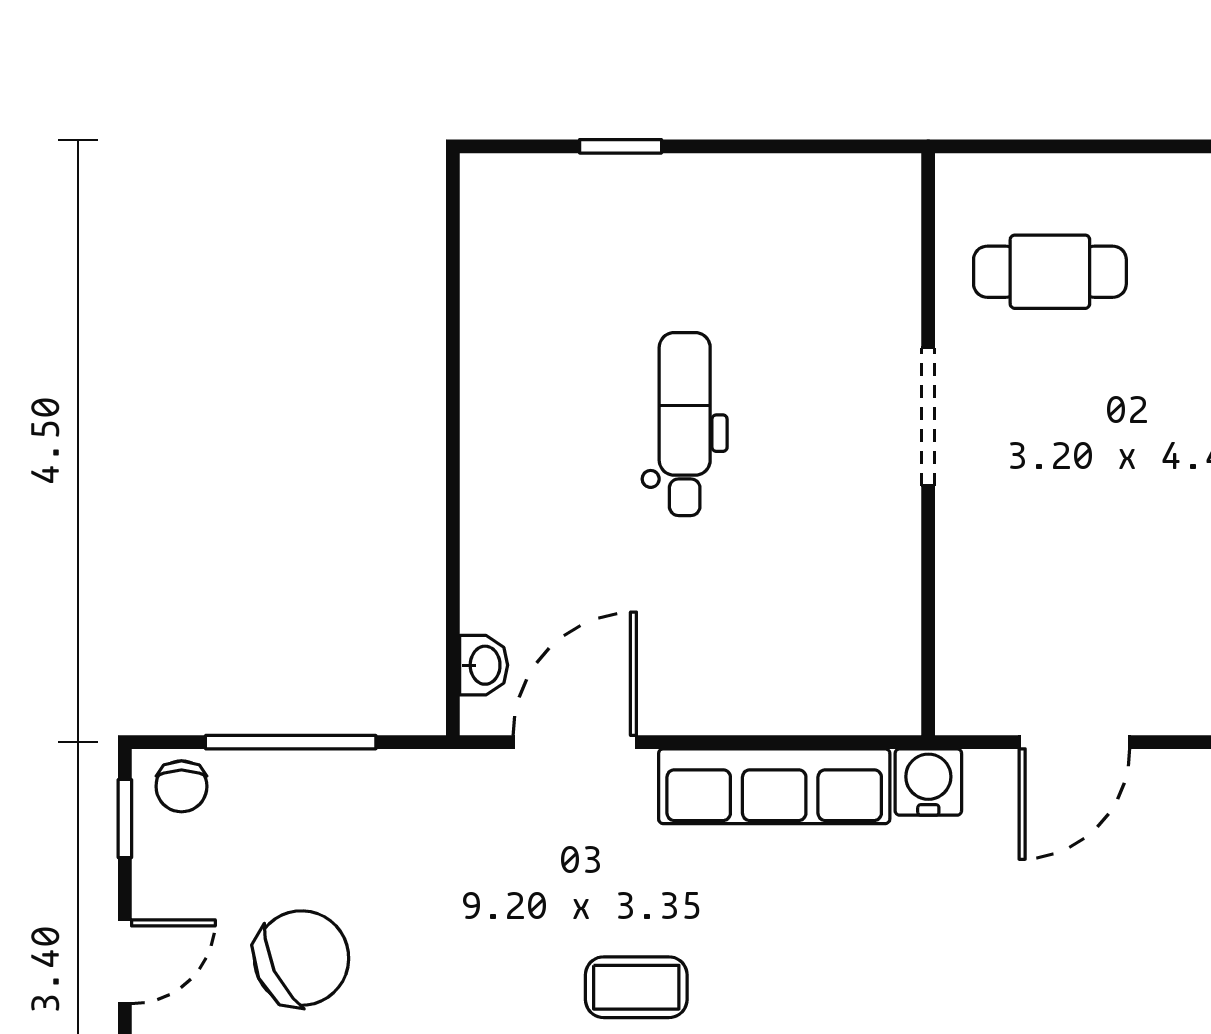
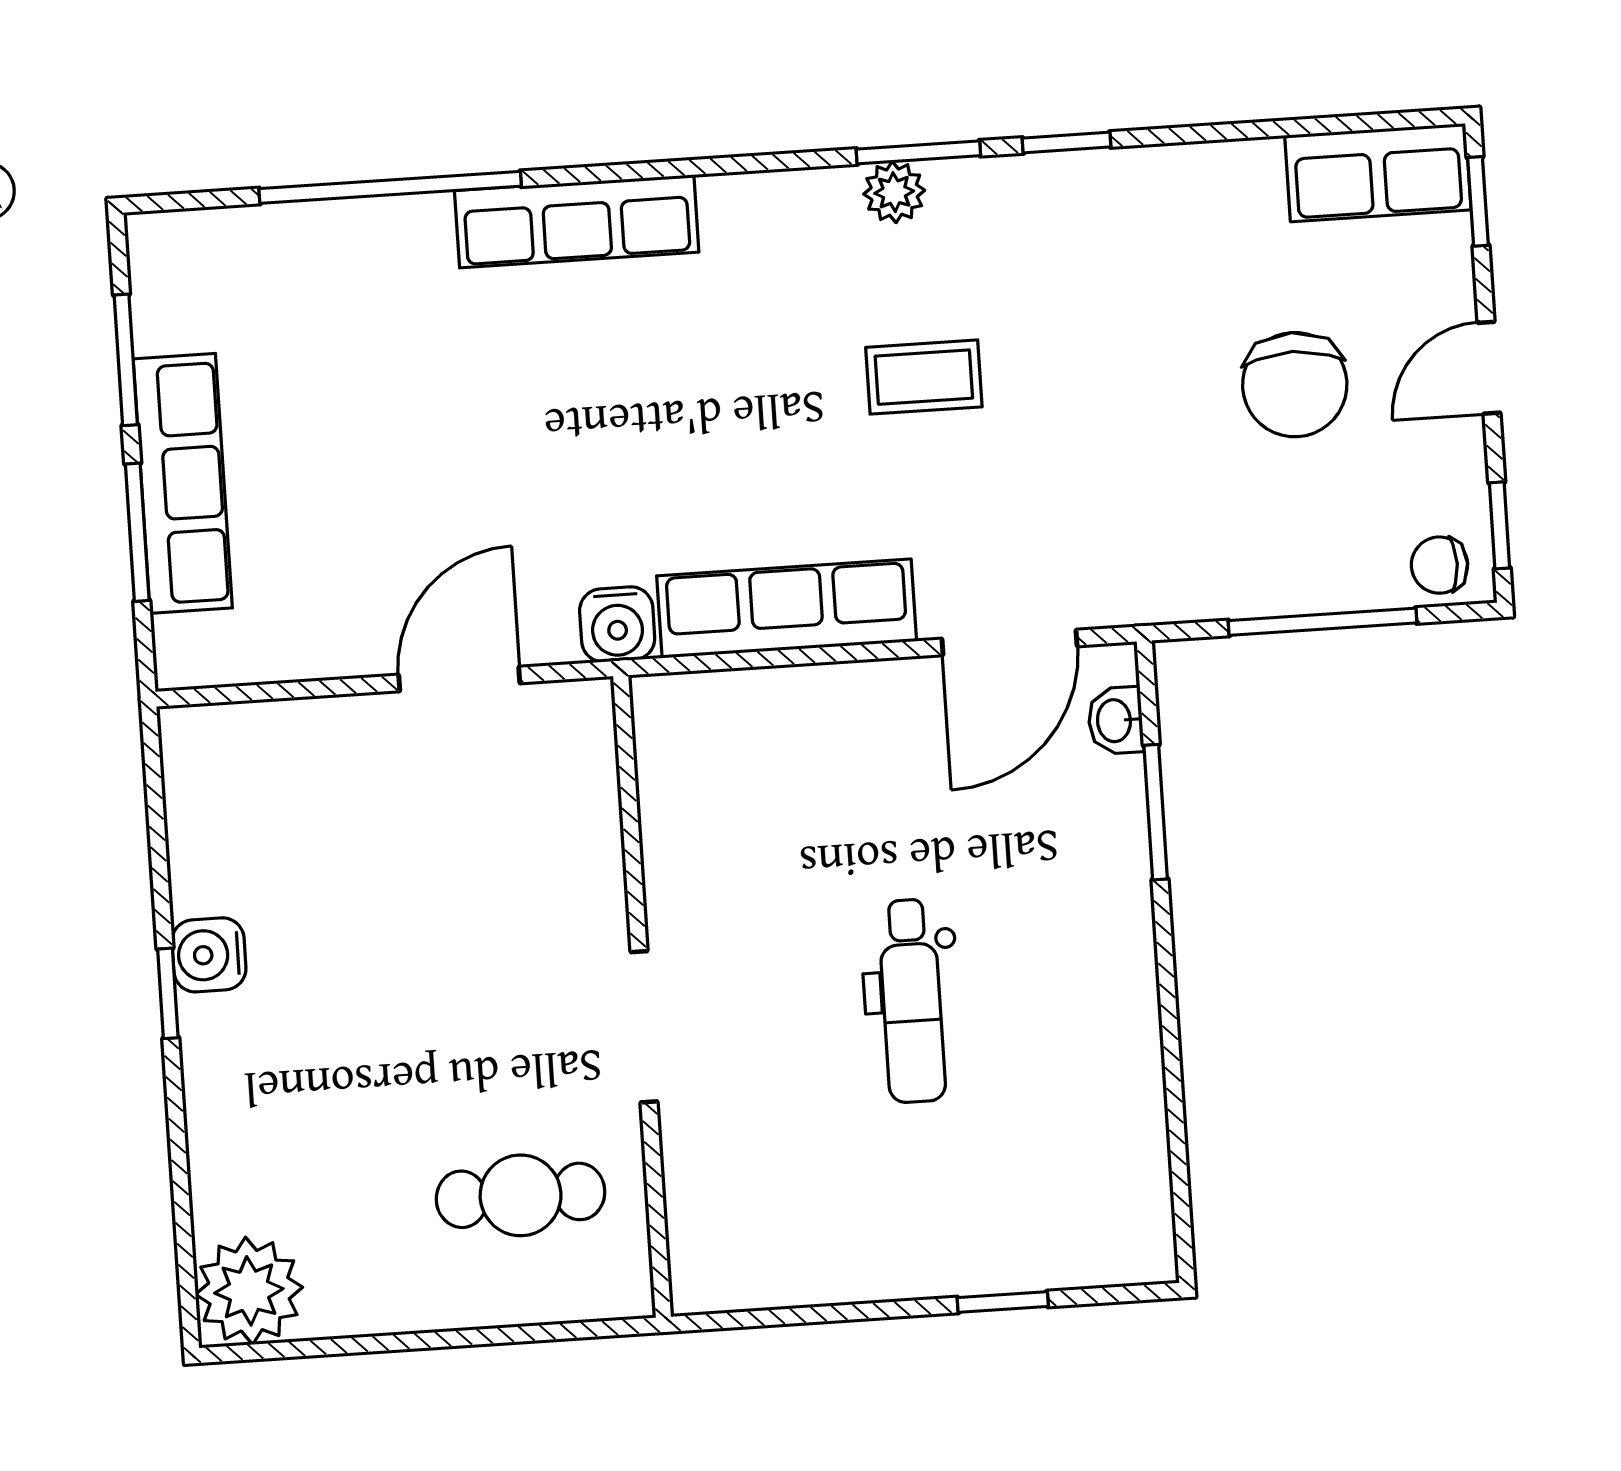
window: (453, 580) -> (1156, 812), added
chair: (181, 786) -> (1439, 565), turned -90
chair: (301, 958) -> (1295, 385), turned -65

